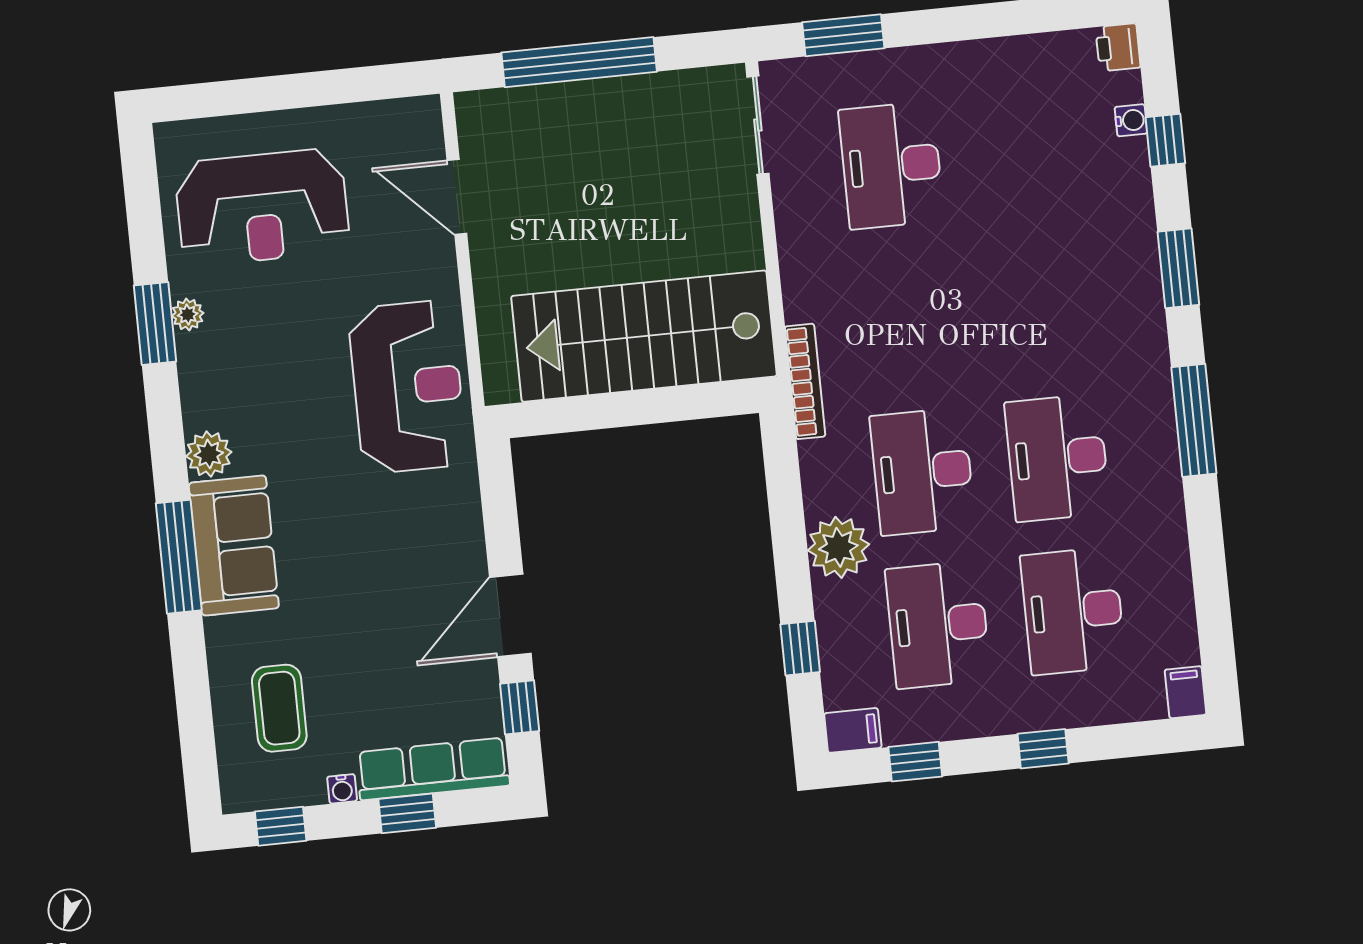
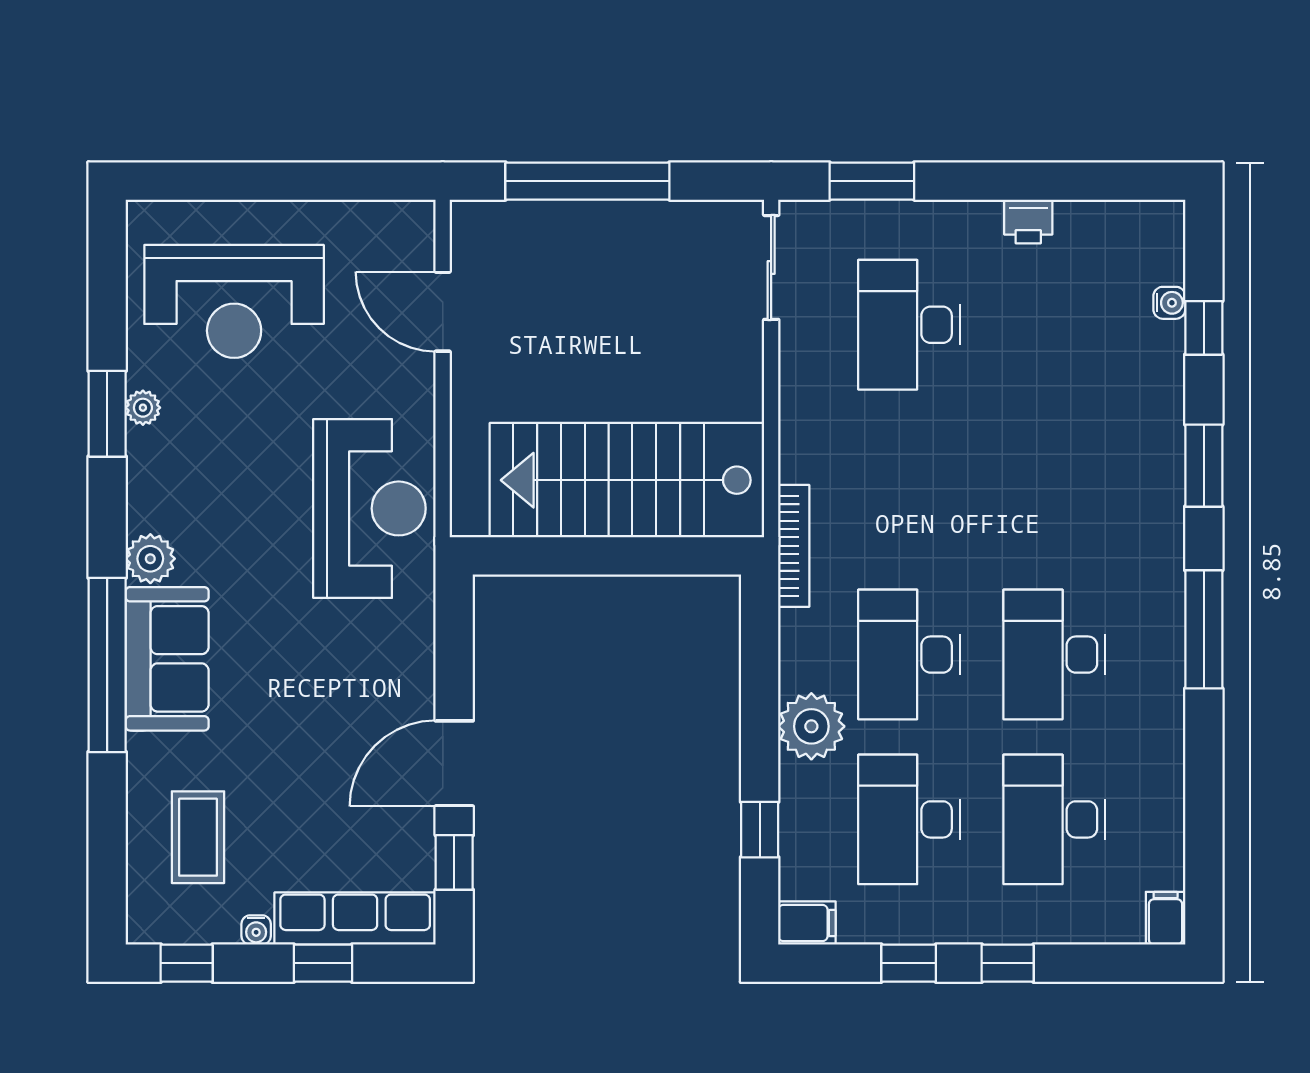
printer: (1118, 47) -> (1028, 221), moved, turned -90
window: (179, 557) -> (107, 665), width x1.46
window: (915, 762) -> (909, 963), moved

